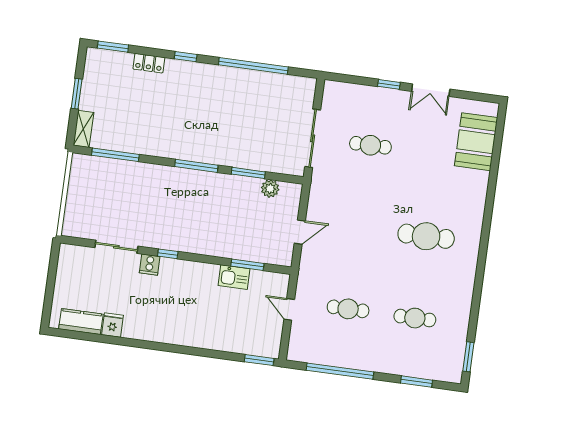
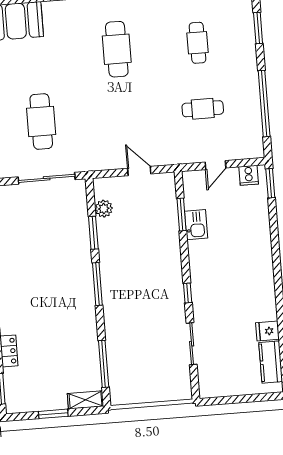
cafe table: (370, 145) -> (41, 121), width x1.37, depth x1.35
cooker: (150, 265) -> (249, 175), moved, turned 90
cafe table: (348, 309) -> (203, 109), turned 90

